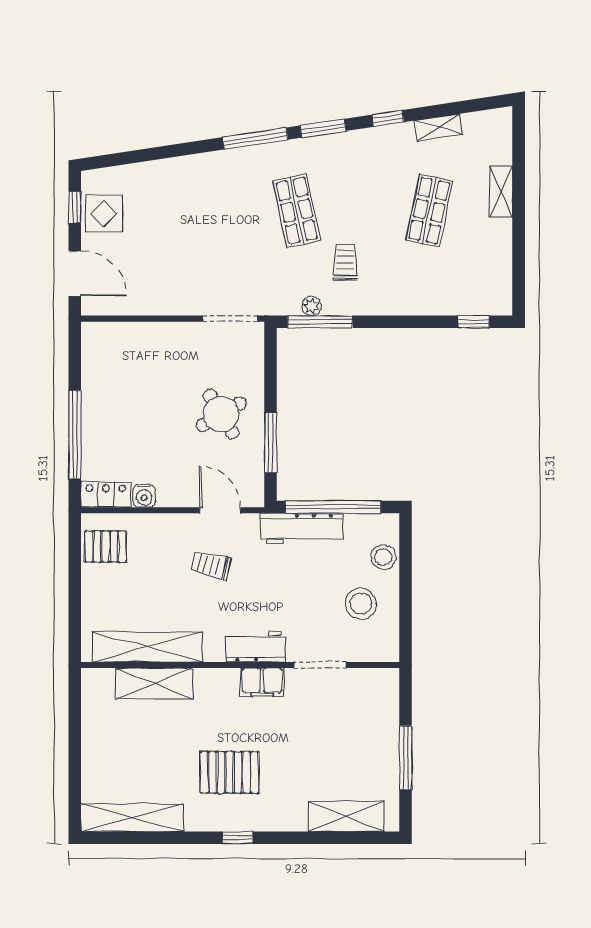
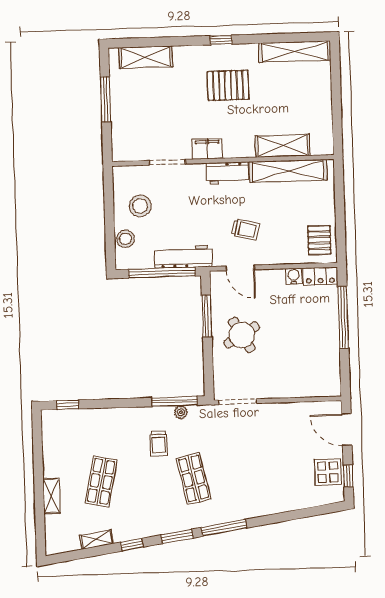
pallet: (106, 547) -> (319, 240), turned 90
workbench: (256, 647) -> (227, 173), moved

